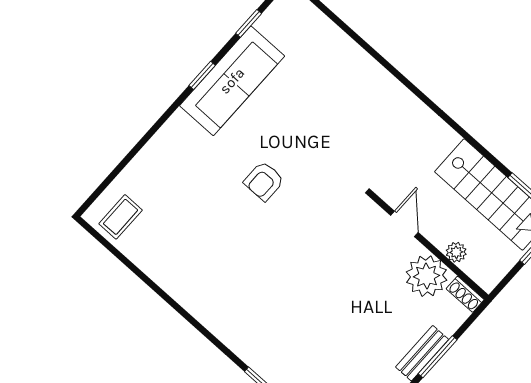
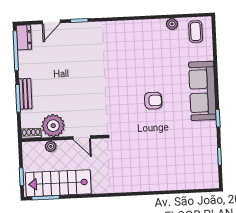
sofa: (232, 81) -> (202, 91), moved
armchair: (264, 181) -> (153, 101), turned 90
plant: (142, 257) -> (172, 24), added

